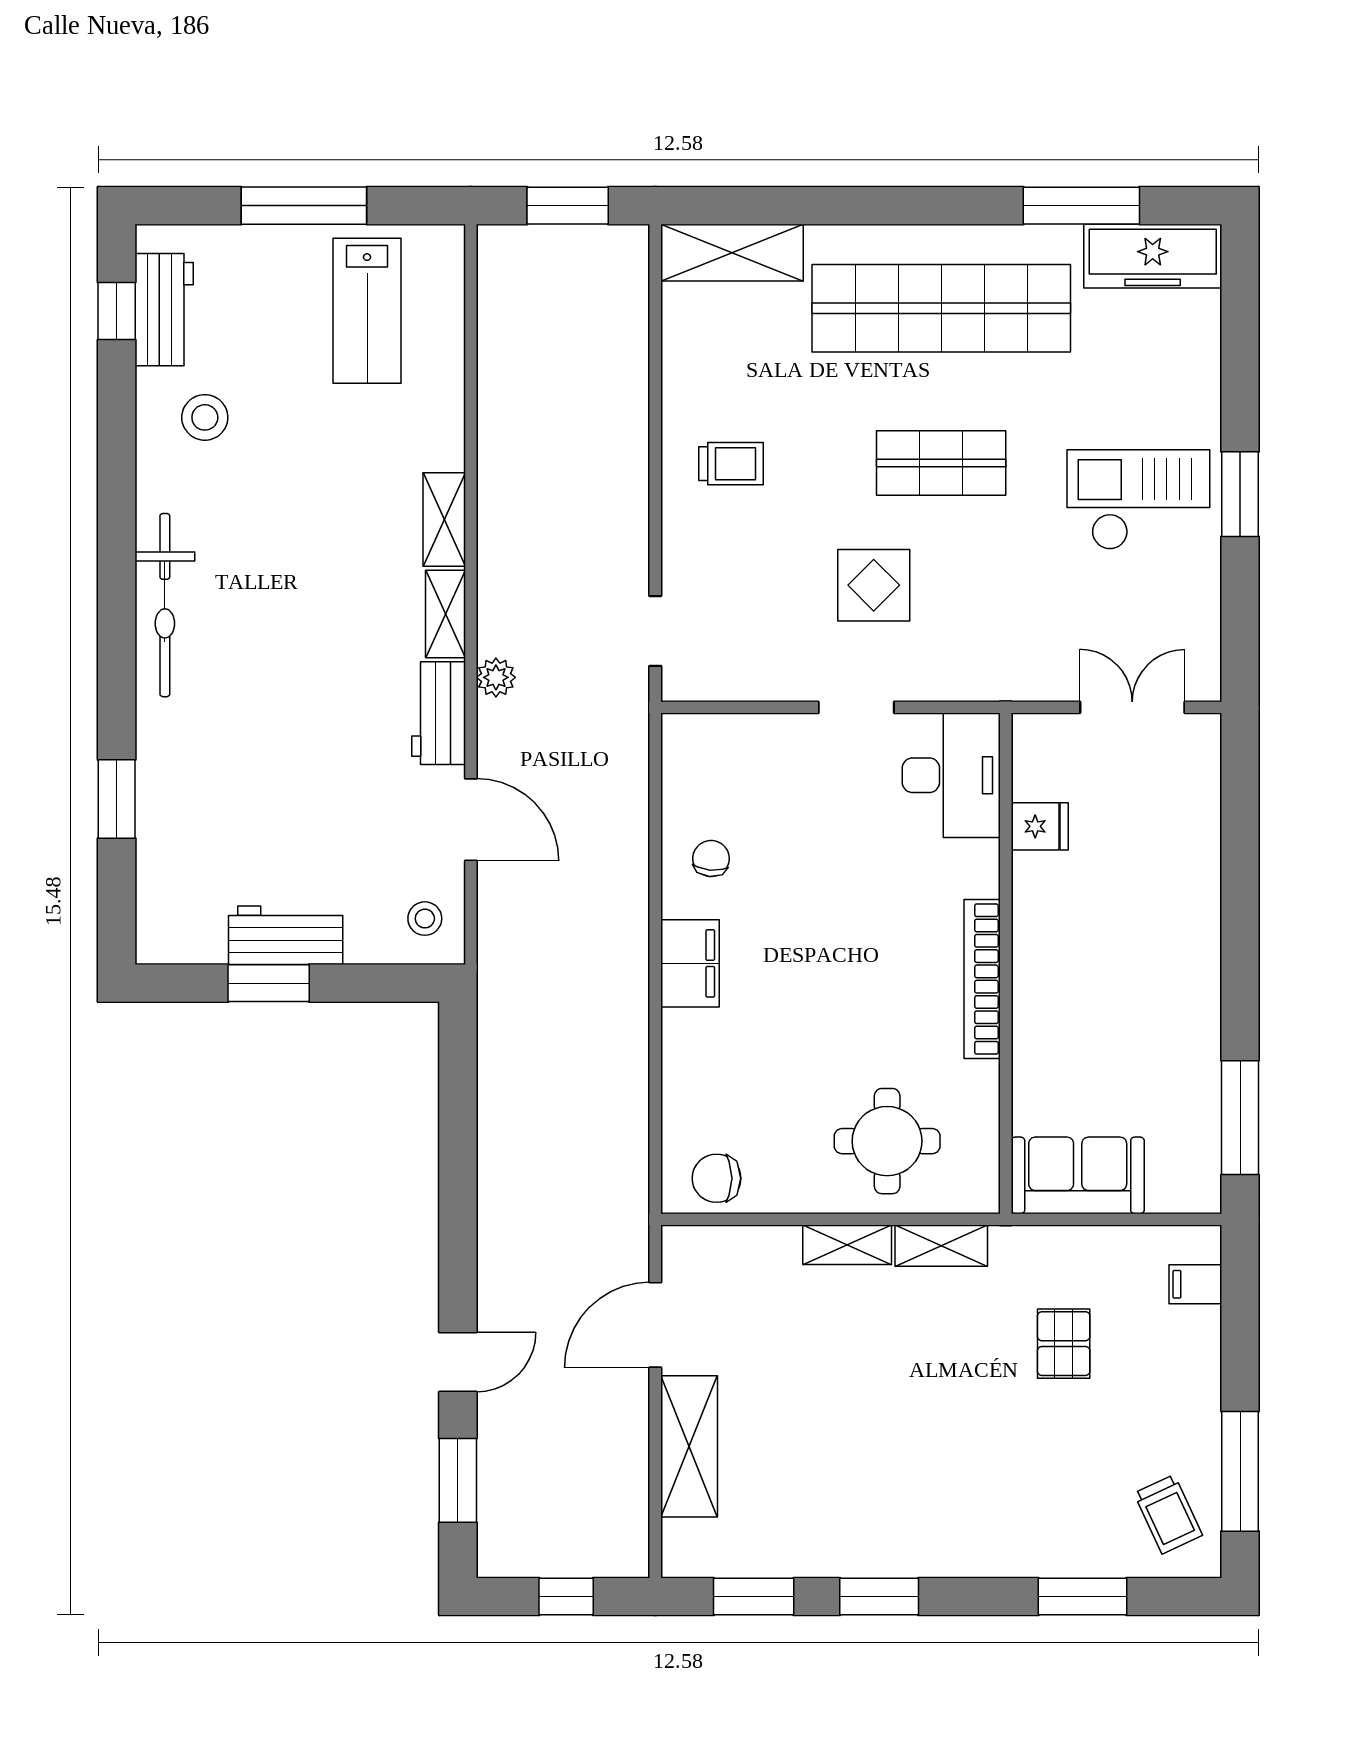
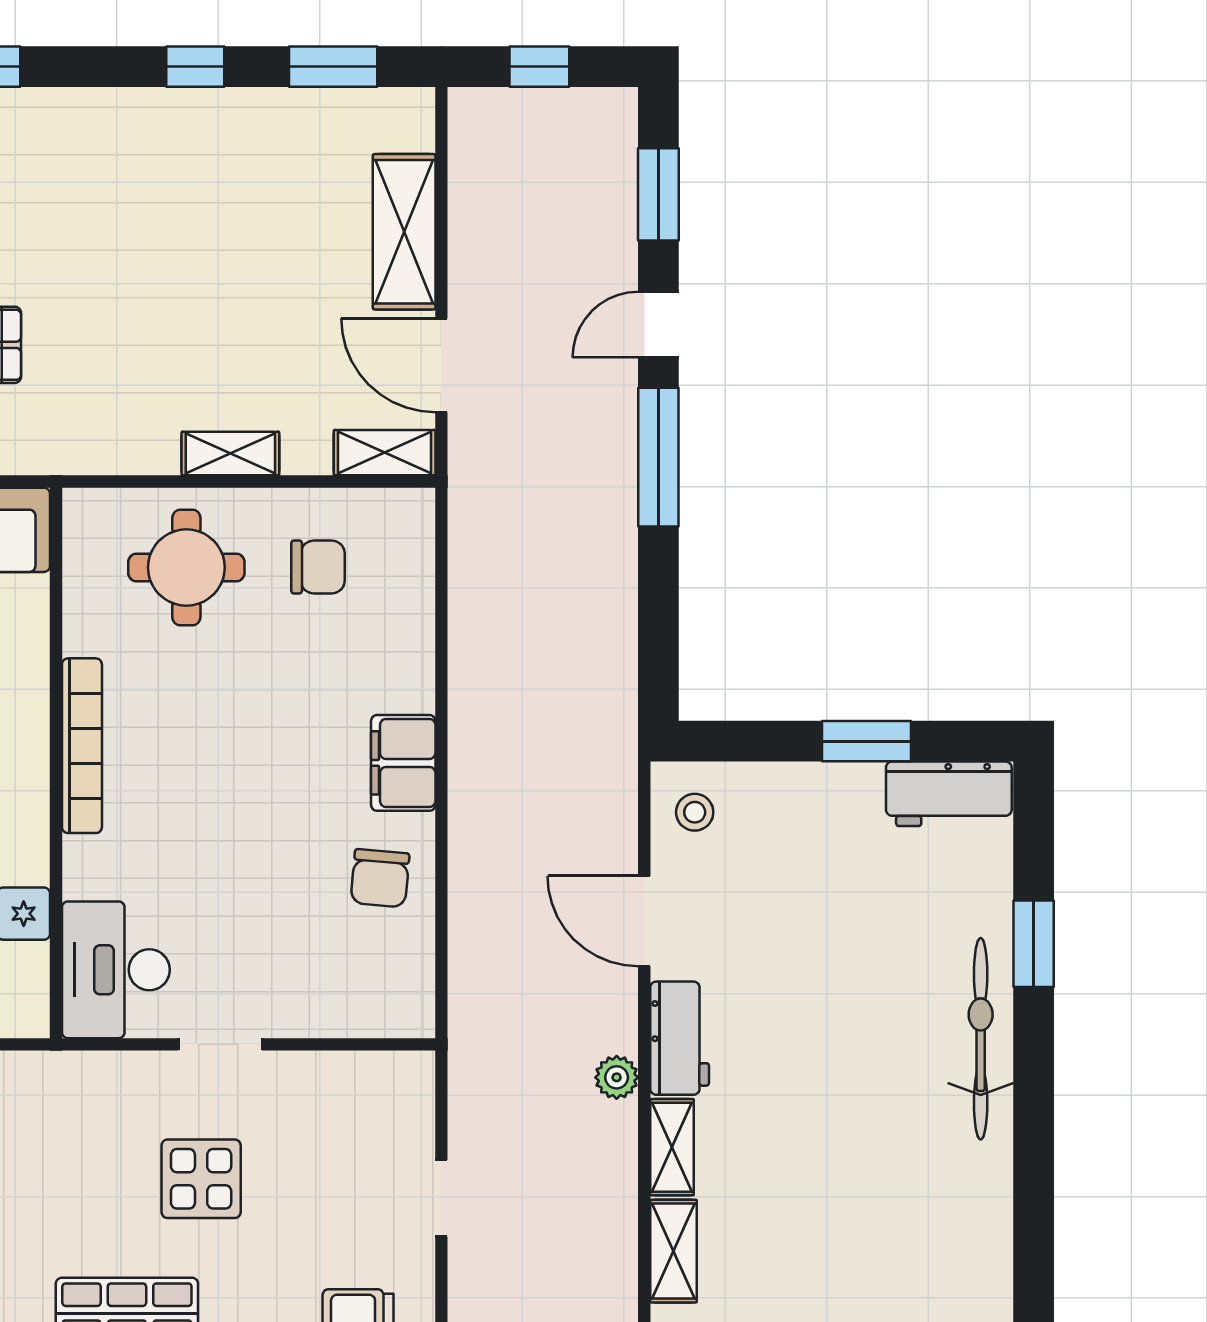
bicycle: (165, 605) -> (981, 1039), moved
doorway: (655, 631) -> (441, 1198), moved
chair: (711, 859) -> (380, 878), width x1.37, depth x1.37
workbench: (286, 935) -> (949, 794), moved
chair: (717, 1178) -> (318, 567), moved
window: (458, 1241) -> (658, 457), added
shelving: (941, 1246) -> (385, 453), moved
door: (655, 1325) -> (441, 365), swing flipped
window: (879, 1597) -> (195, 67), width x0.67

